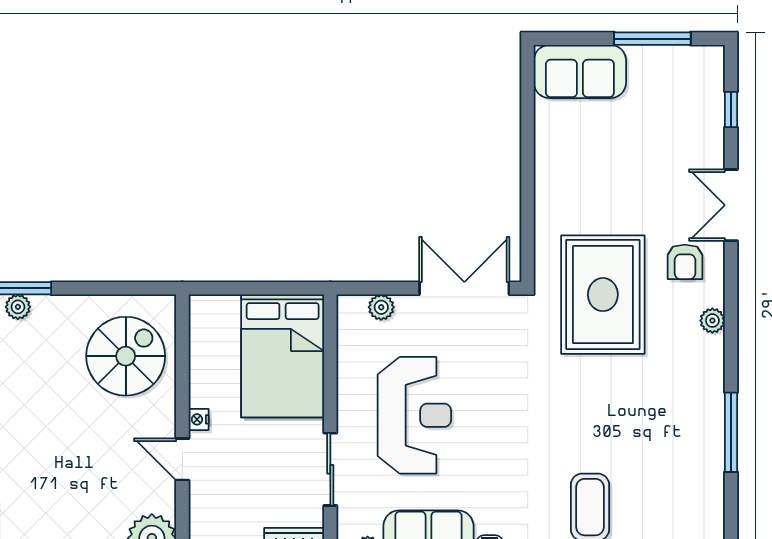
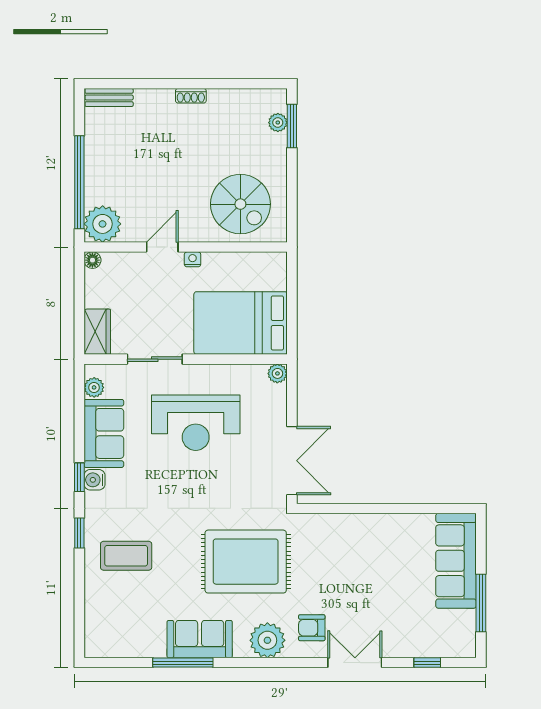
sofa: (580, 71) -> (456, 561), width x1.36
rug: (603, 295) -> (246, 562), moved
plant: (381, 307) -> (277, 373), moved
plant: (712, 321) -> (267, 640), width x1.88, depth x1.88
sofa: (700, 410) -> (200, 639), added

